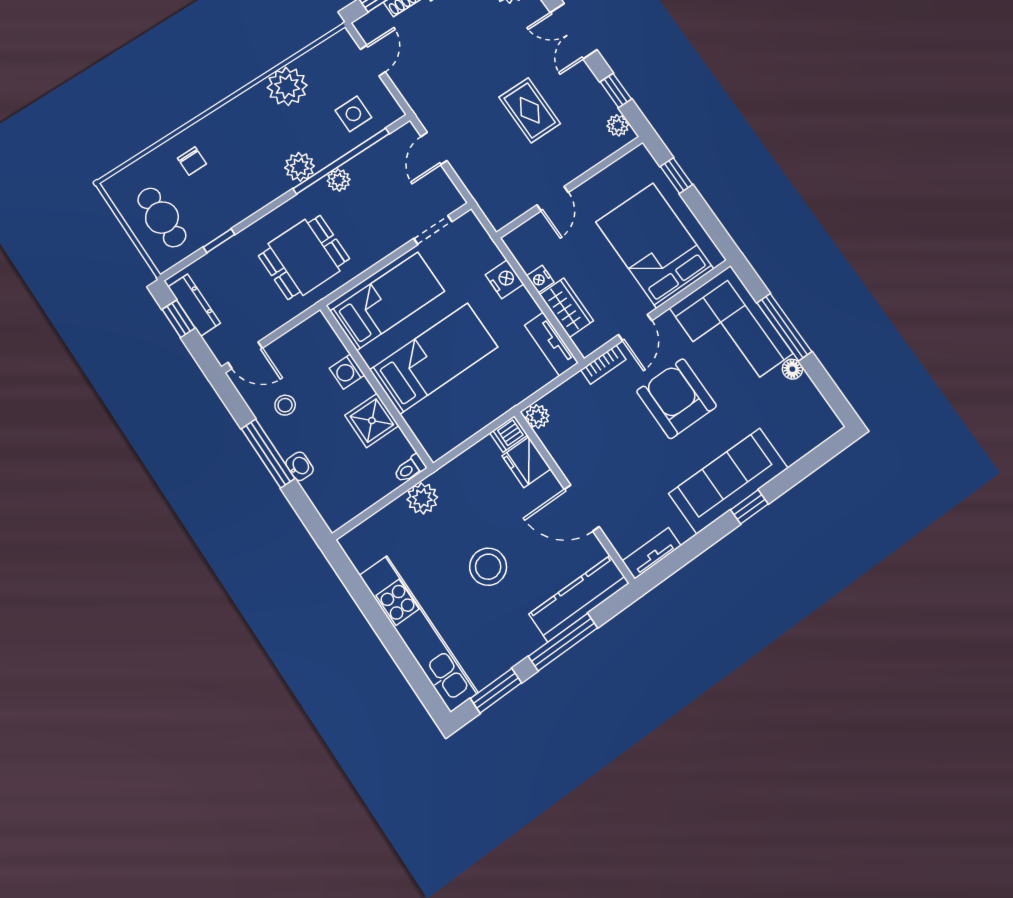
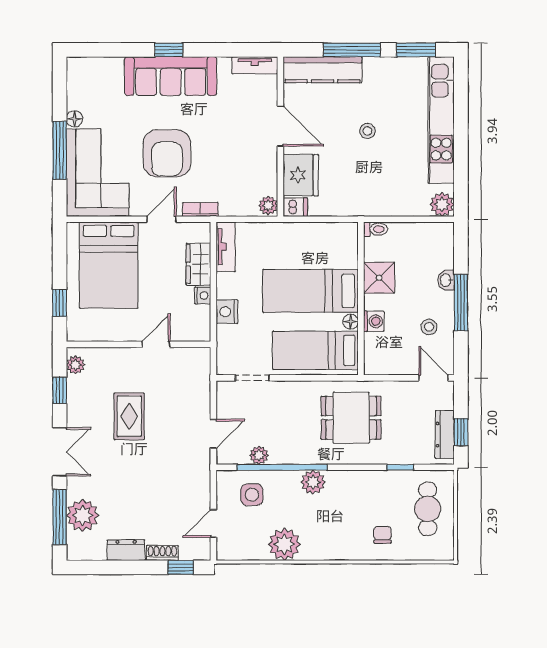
plant: (339, 180) -> (259, 455), moved
floor lamp: (371, 355) -> (351, 322), added
fridge: (526, 462) -> (301, 175), width x1.36, depth x1.34
plant: (422, 498) -> (442, 204), moved
stool: (488, 567) -> (367, 131), width x0.53, depth x0.53

